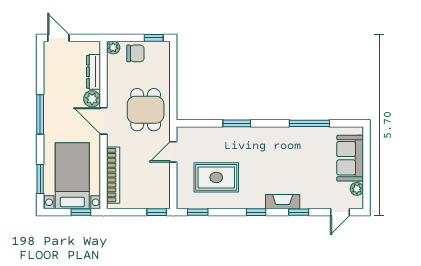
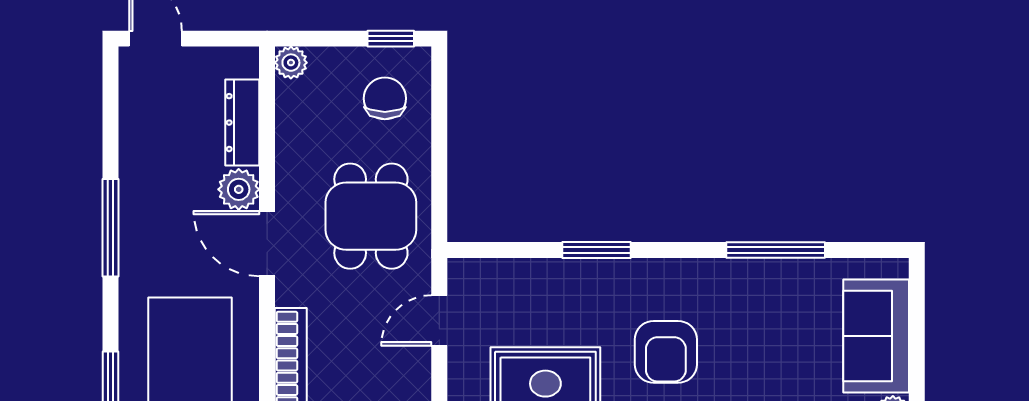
chair: (135, 53) -> (385, 98), moved, turned -90
armchair: (265, 165) -> (666, 352), added

